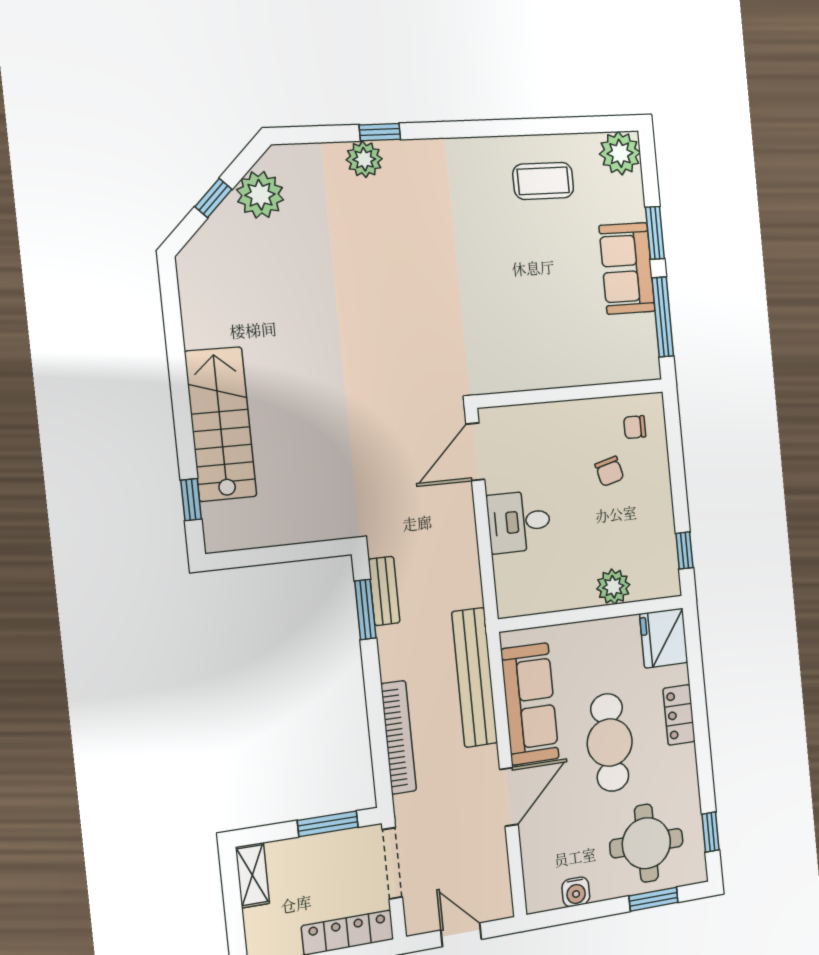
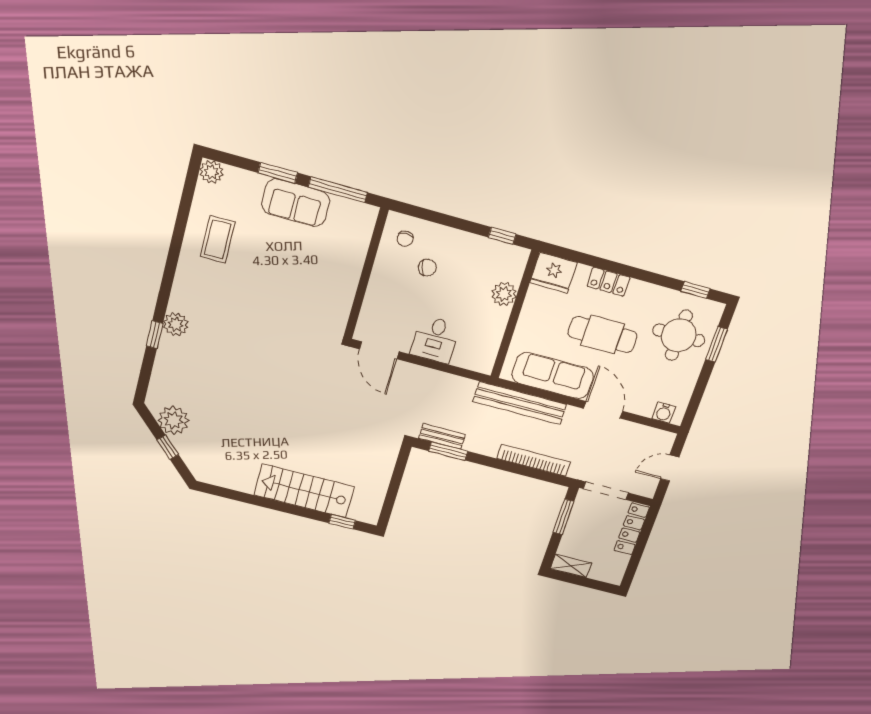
plant: (620, 153) -> (211, 172), width x0.73, depth x0.73
plant: (364, 159) -> (176, 324), moved
water cooler: (576, 892) -> (664, 413), moved, turned 90

